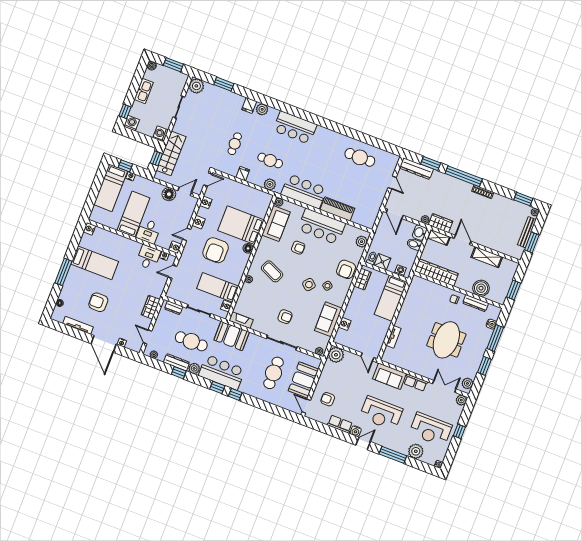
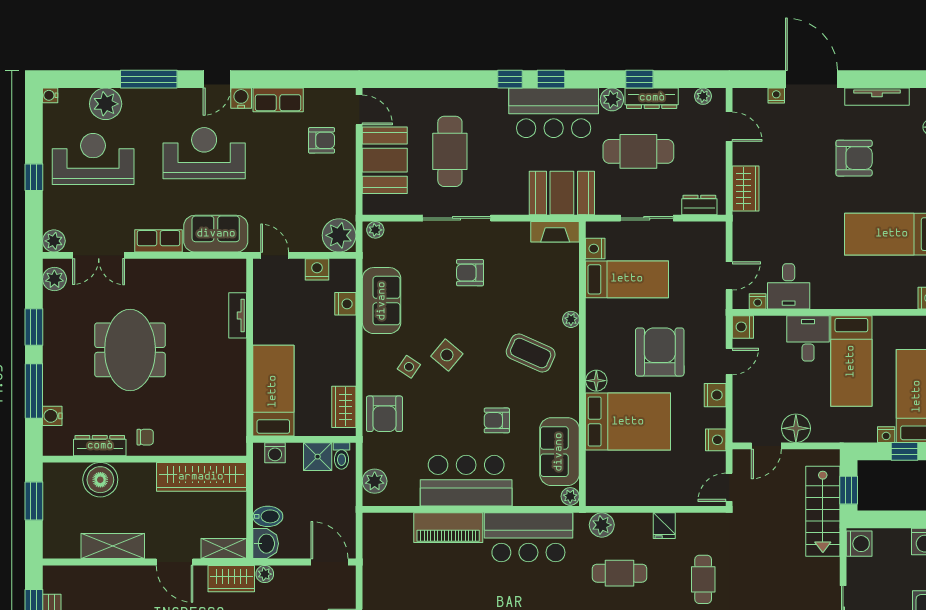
armchair: (346, 269) -> (384, 414), turned 180
nightstand: (351, 344) -> (317, 269), added

